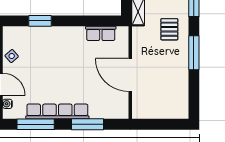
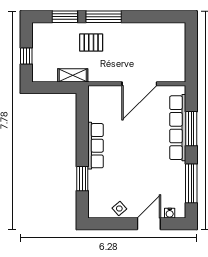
row of seats: (101, 33) -> (96, 146), moved, width x1.48
window: (194, 53) -> (104, 17), moved
row of seats: (57, 111) -> (178, 128), moved

